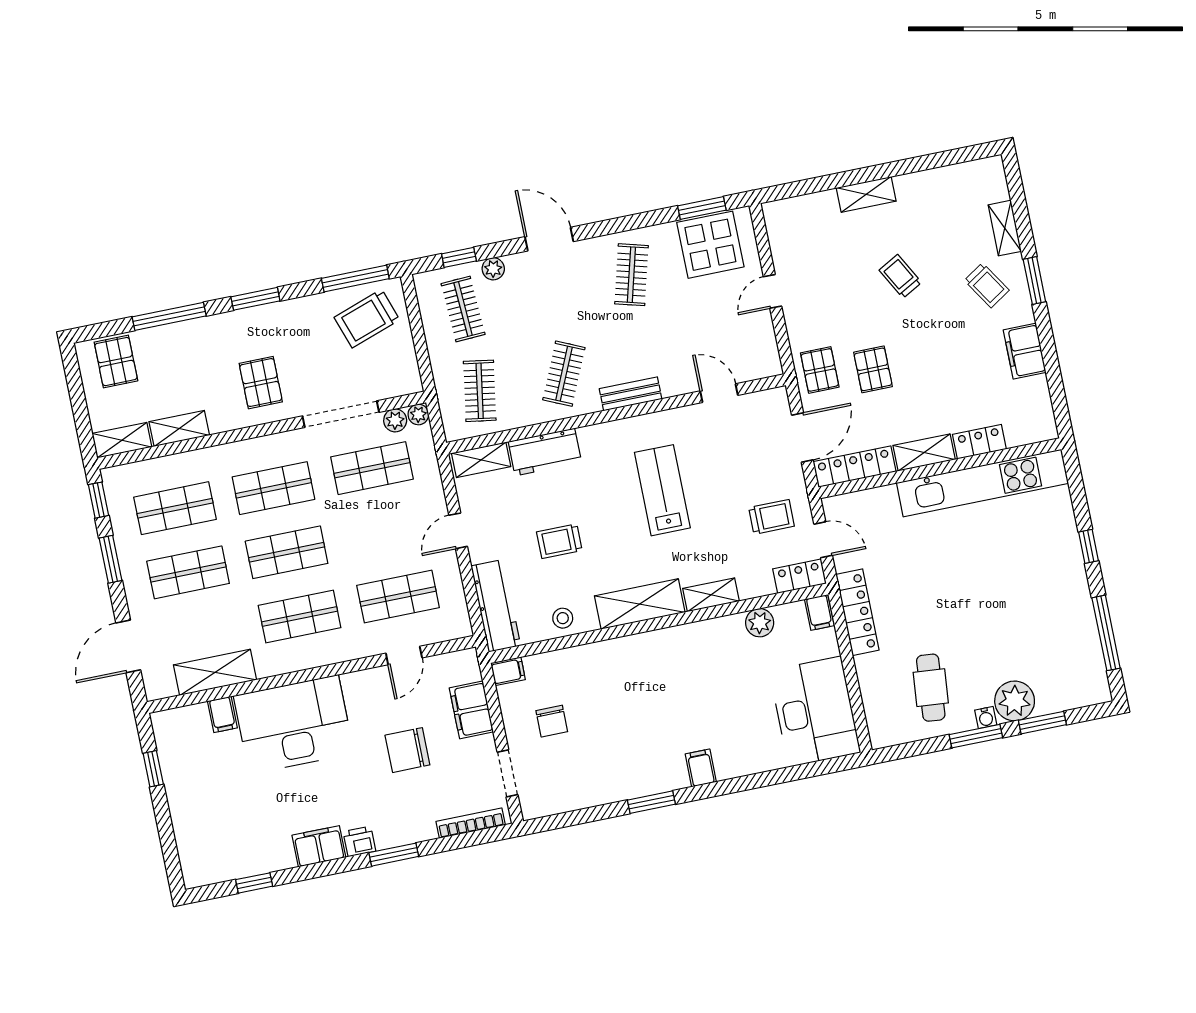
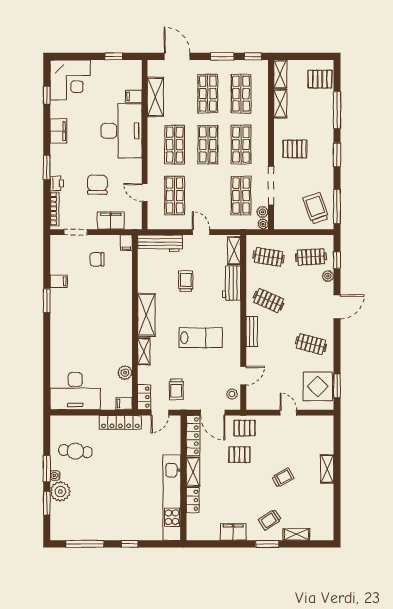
stool: (563, 618) -> (232, 394), moved
filing cabinet: (701, 768) -> (59, 281), moved
printer: (359, 841) -> (57, 183), moved
corner desk: (216, 844) -> (70, 80), added

